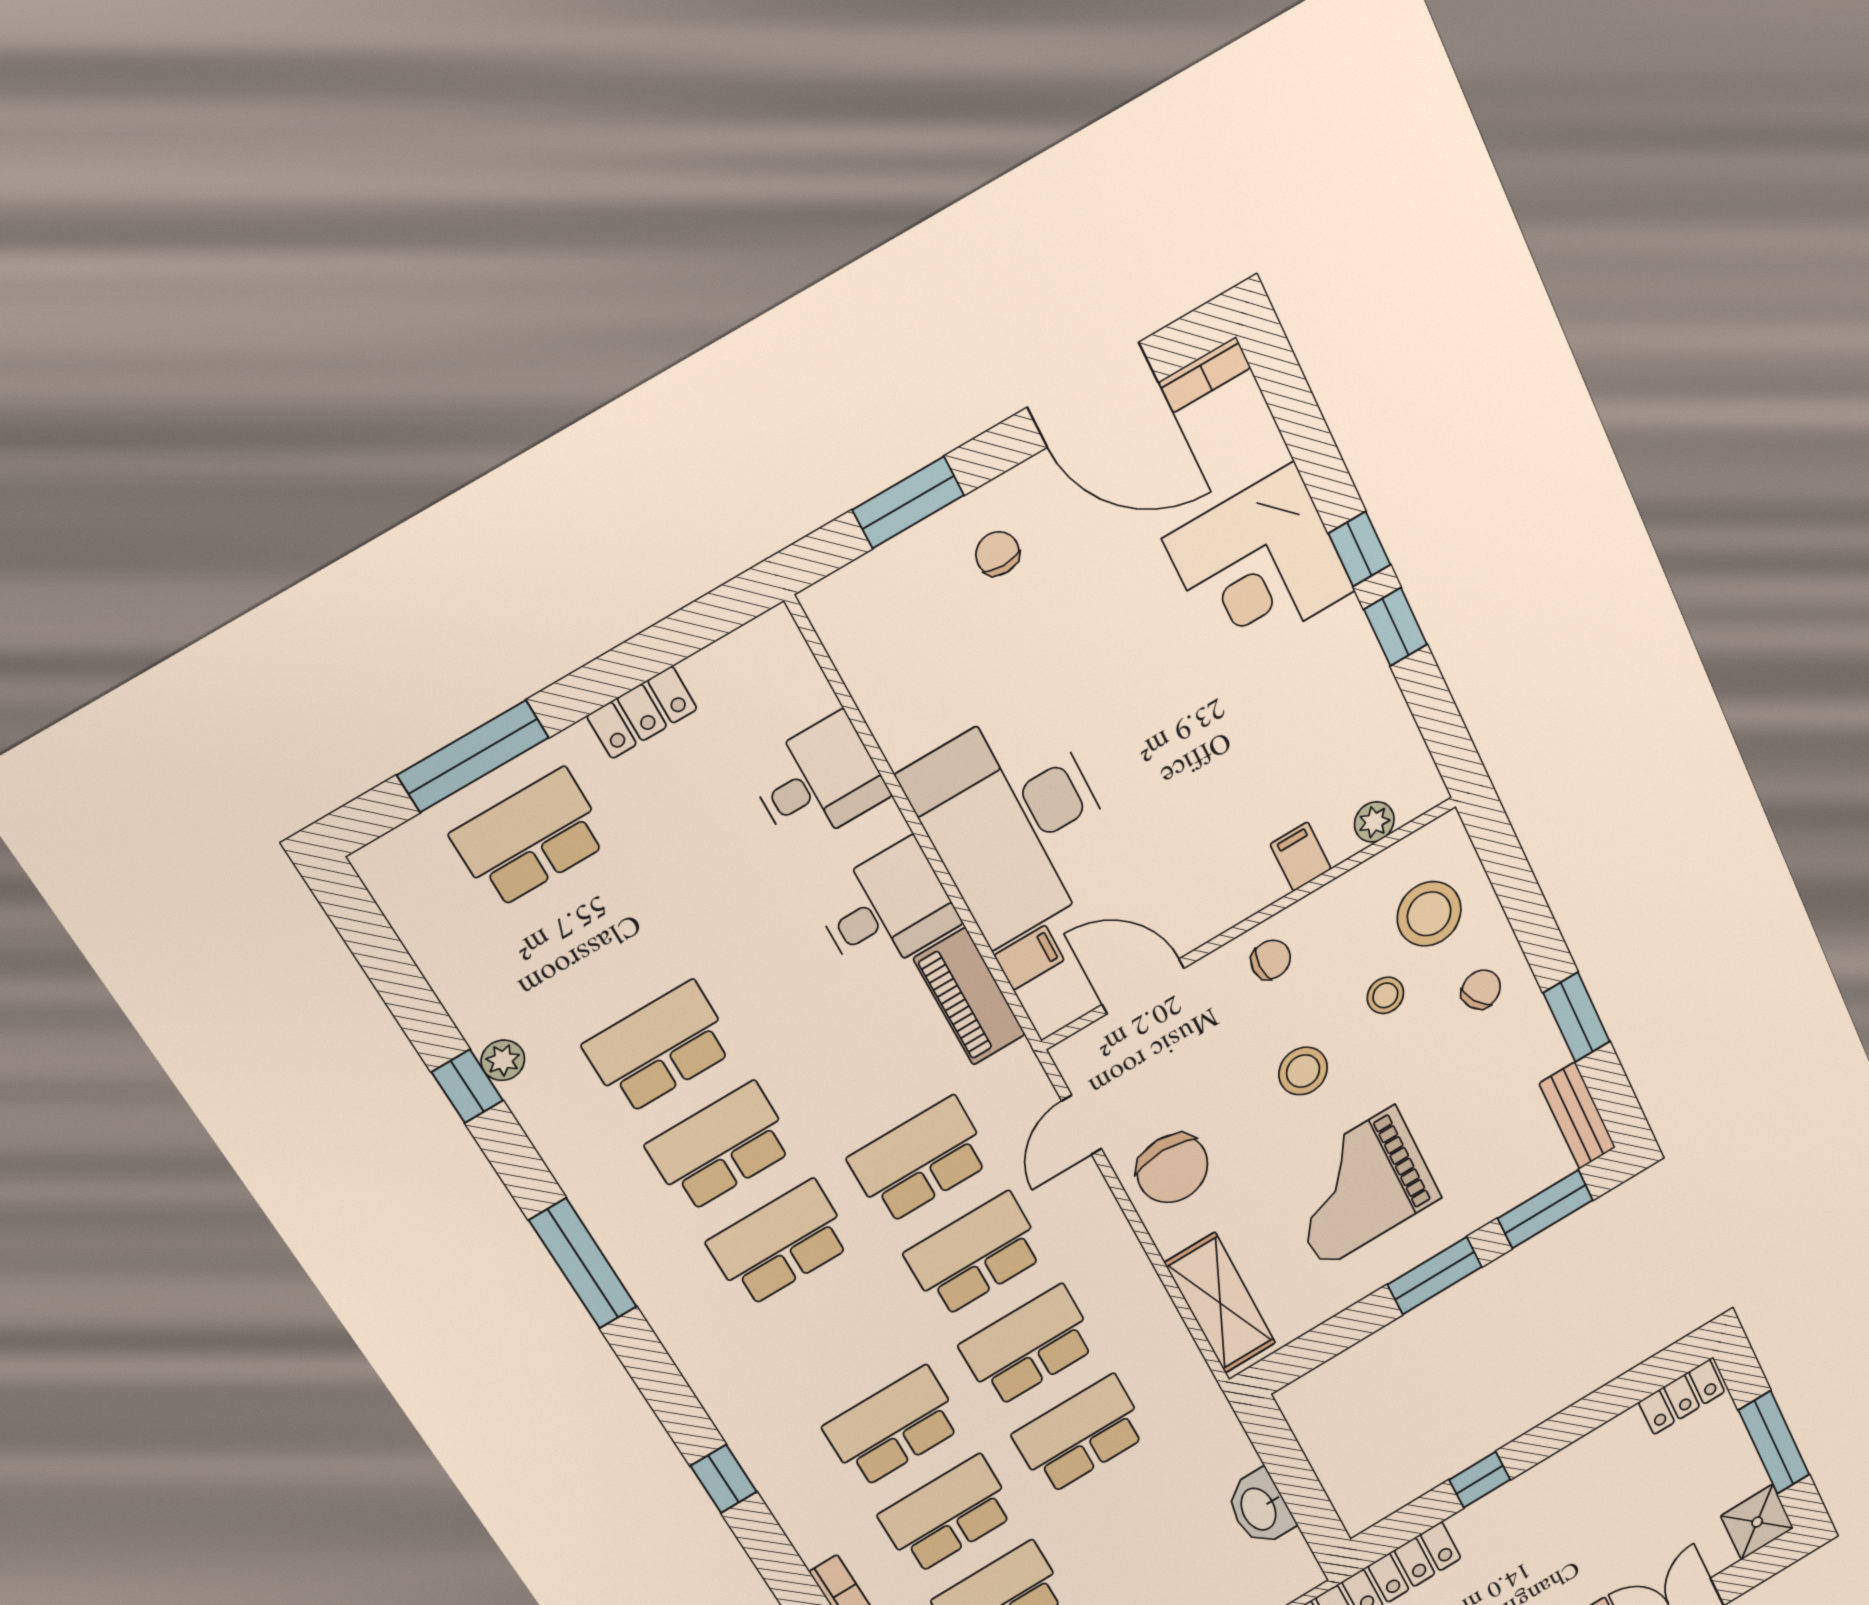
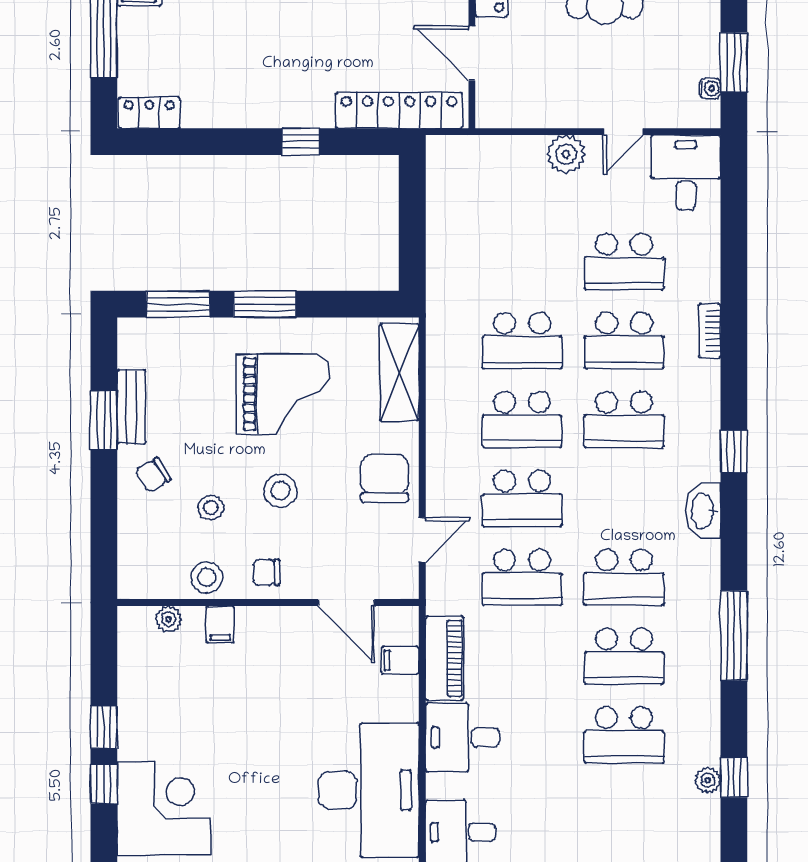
desk: (1014, 823) -> (368, 790), moved
stool: (1429, 914) -> (207, 577), moved, width x0.73, depth x0.73
bench: (1577, 1116) -> (131, 407), moved
washbasin: (1260, 1508) -> (703, 511), moved, turned 180

